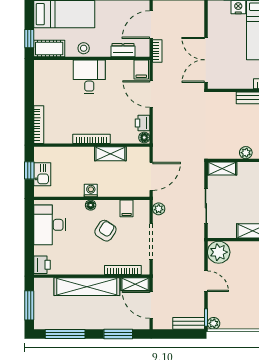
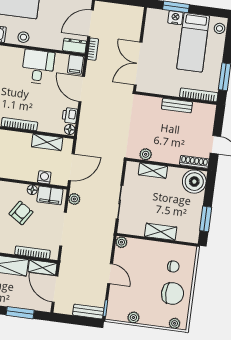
dresser: (123, 50) -> (75, 46), moved
desk: (89, 77) -> (38, 67), moved
plant: (246, 153) -> (146, 154), moved
shelving: (110, 154) -> (47, 142), moved
shelving: (222, 168) -> (153, 171), moved
washing machine: (91, 191) -> (44, 177), moved
floor lamp: (91, 205) -> (32, 190), moved
filing cabinet: (127, 208) -> (50, 195), width x2.00
plant: (219, 252) -> (121, 242), width x0.53, depth x0.53
plant: (214, 323) -> (133, 318), moved

